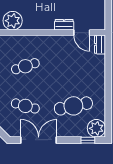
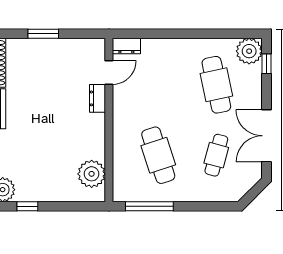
cafe table: (25, 66) -> (158, 155), width x1.37, depth x1.35

